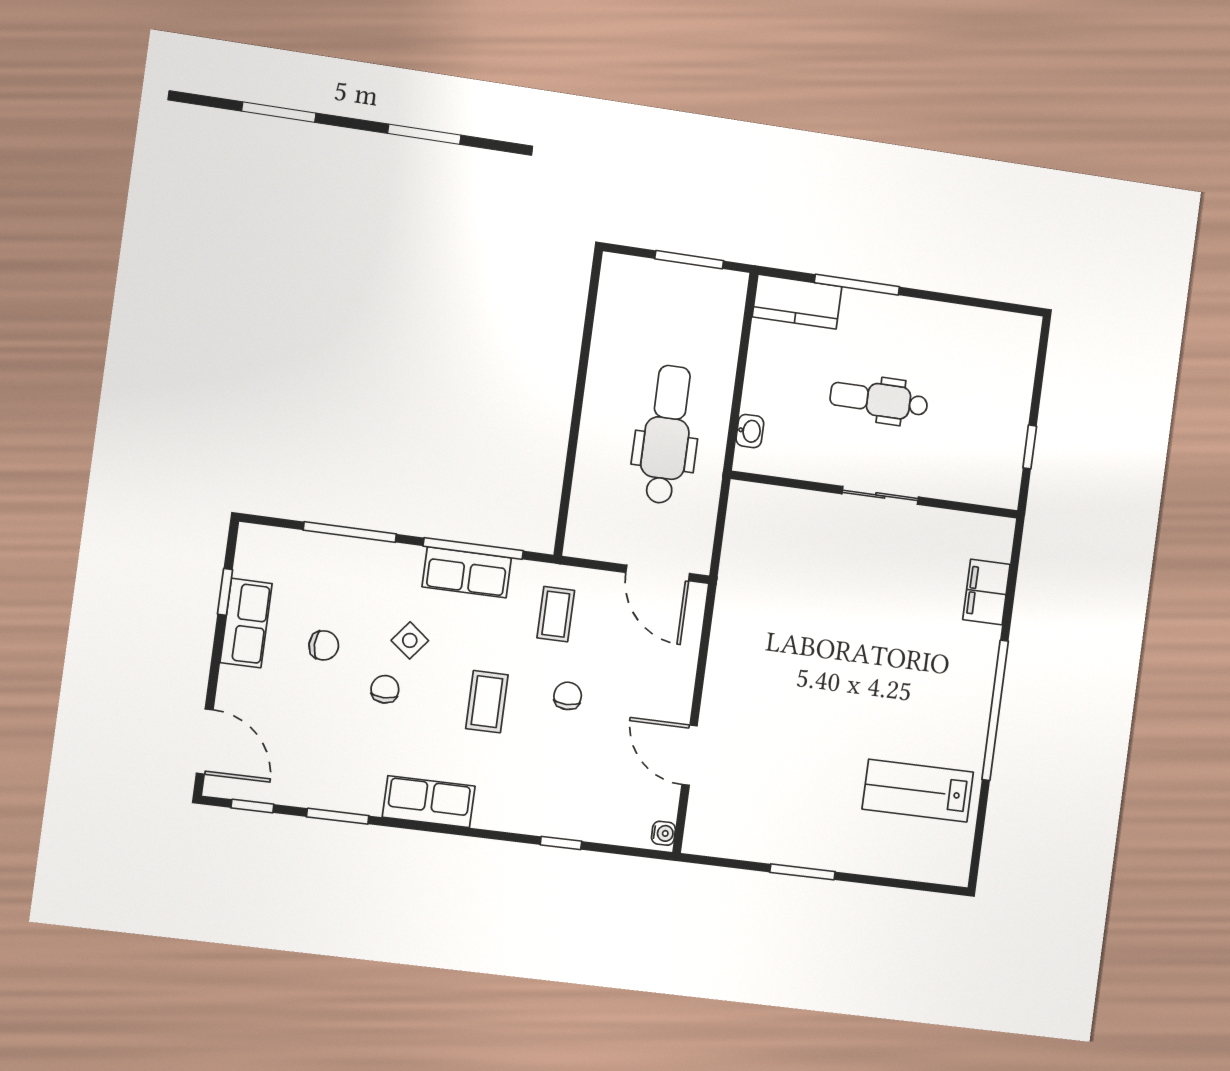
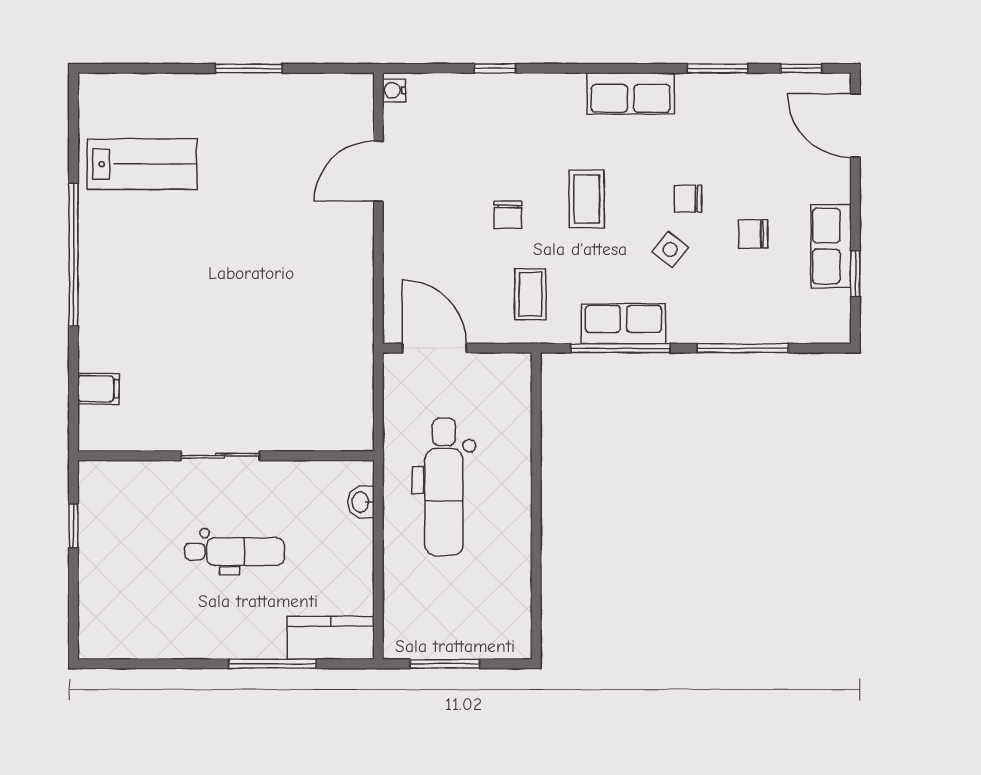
filing cabinet: (986, 592) -> (98, 389), width x0.50
chair: (385, 689) -> (688, 199), turned 90
door: (690, 755) -> (378, 171), swing flipped

